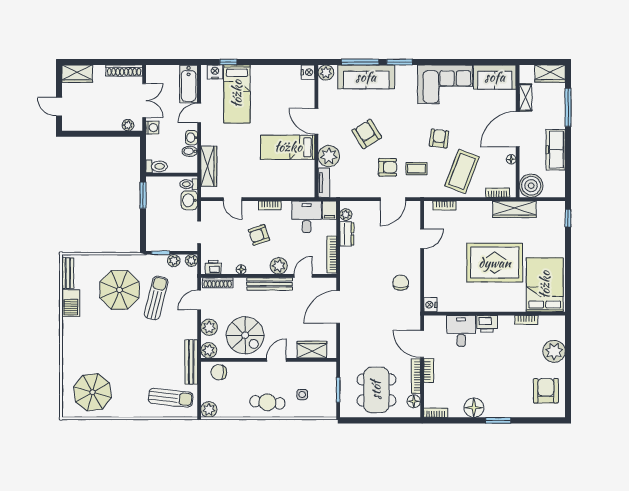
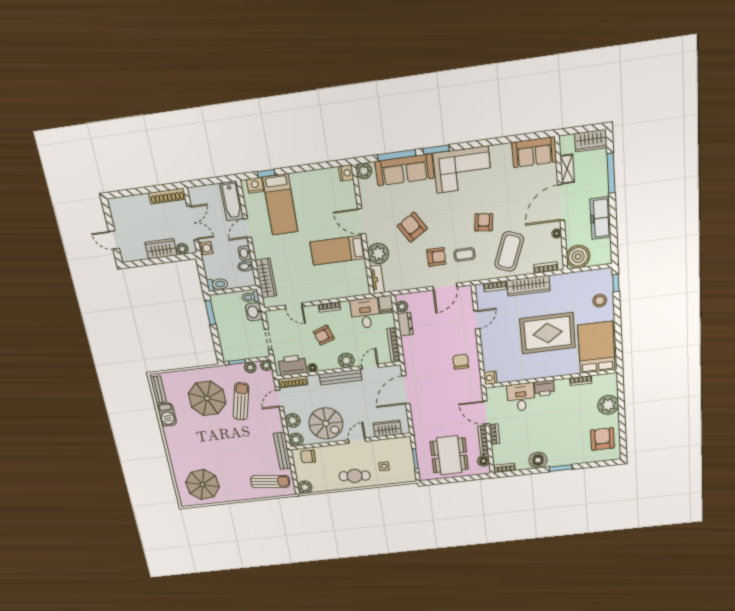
wardrobe: (77, 74) -> (161, 249), moved, turned 180
corner sofa: (445, 84) -> (462, 170), moved
wardrobe: (514, 209) -> (528, 286), moved
stool: (551, 234) -> (600, 301), added
printer: (213, 267) -> (292, 365), width x1.87, depth x1.48

